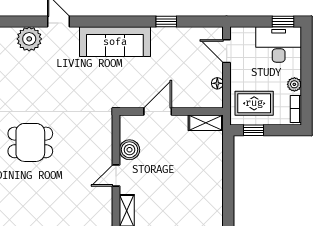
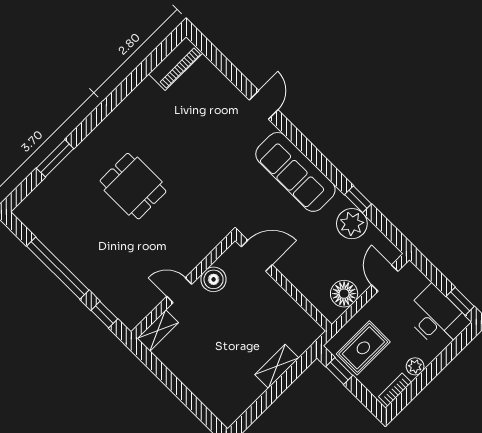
plant: (29, 39) -> (352, 224), moved
floor lamp: (217, 83) -> (344, 294), width x1.89, depth x1.89
rug: (254, 103) -> (363, 348), turned 90
door: (158, 112) -> (257, 256), moved
shelving: (206, 123) -> (277, 366), moved, turned 90

